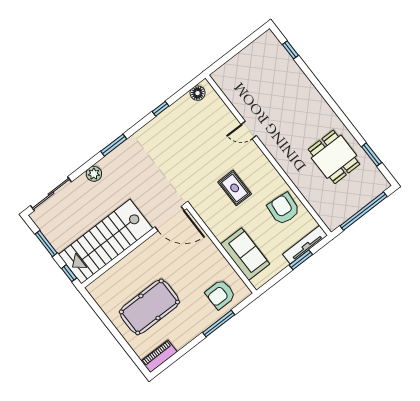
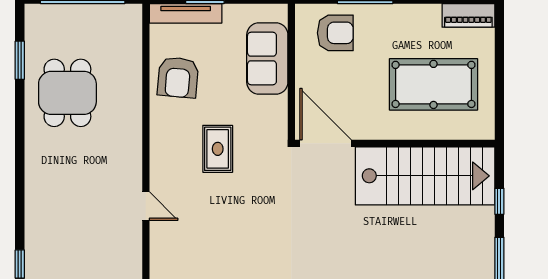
door: (170, 219) -> (326, 143), moved
stairs: (106, 242) -> (425, 176), moved
wall: (134, 246) -> (395, 143), moved

